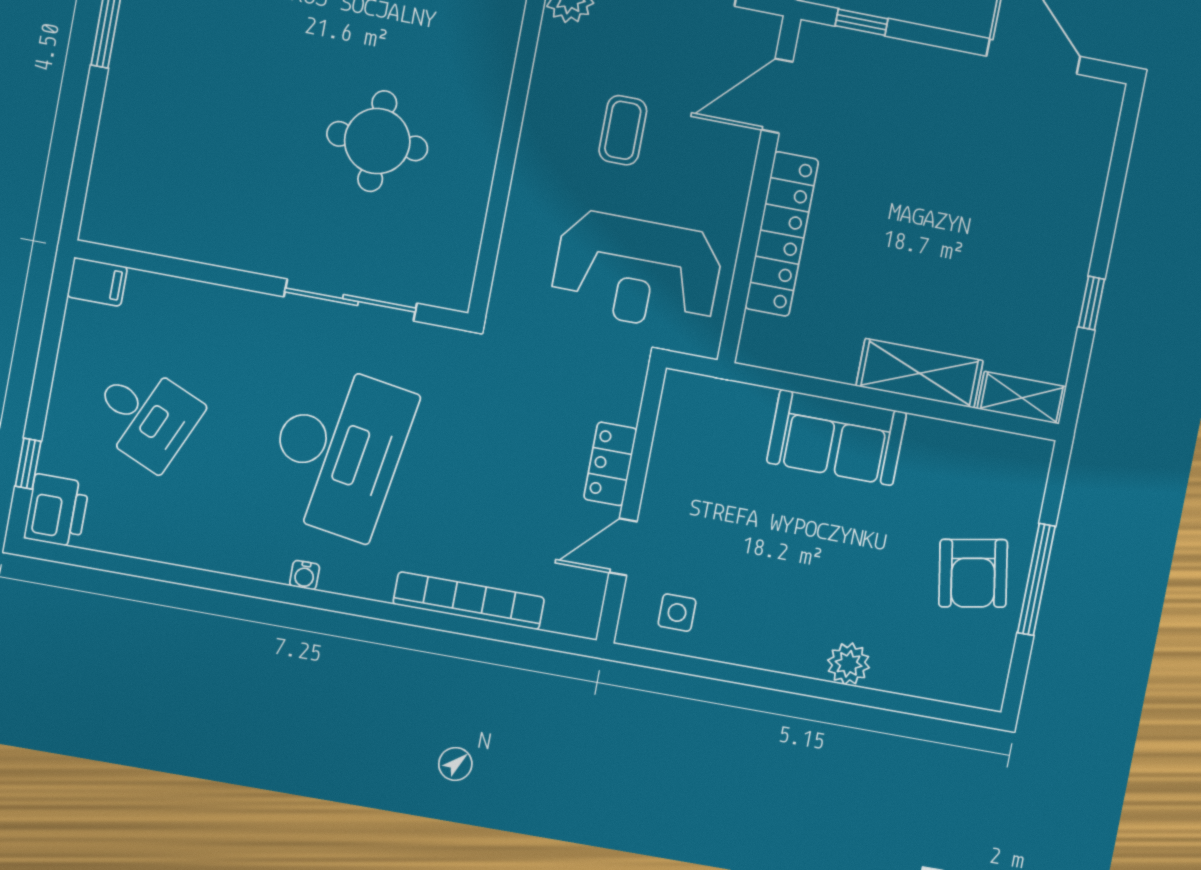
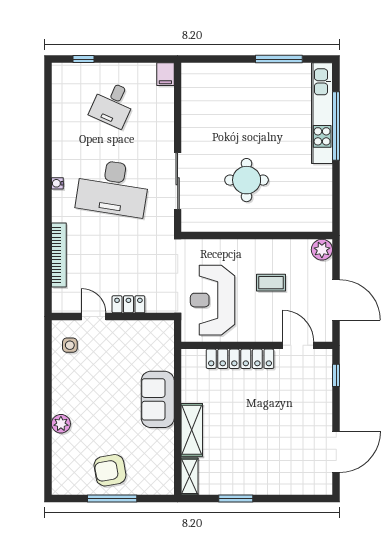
window: (1091, 303) -> (236, 498), width x1.50
printer: (57, 511) -> (66, 74), removed

